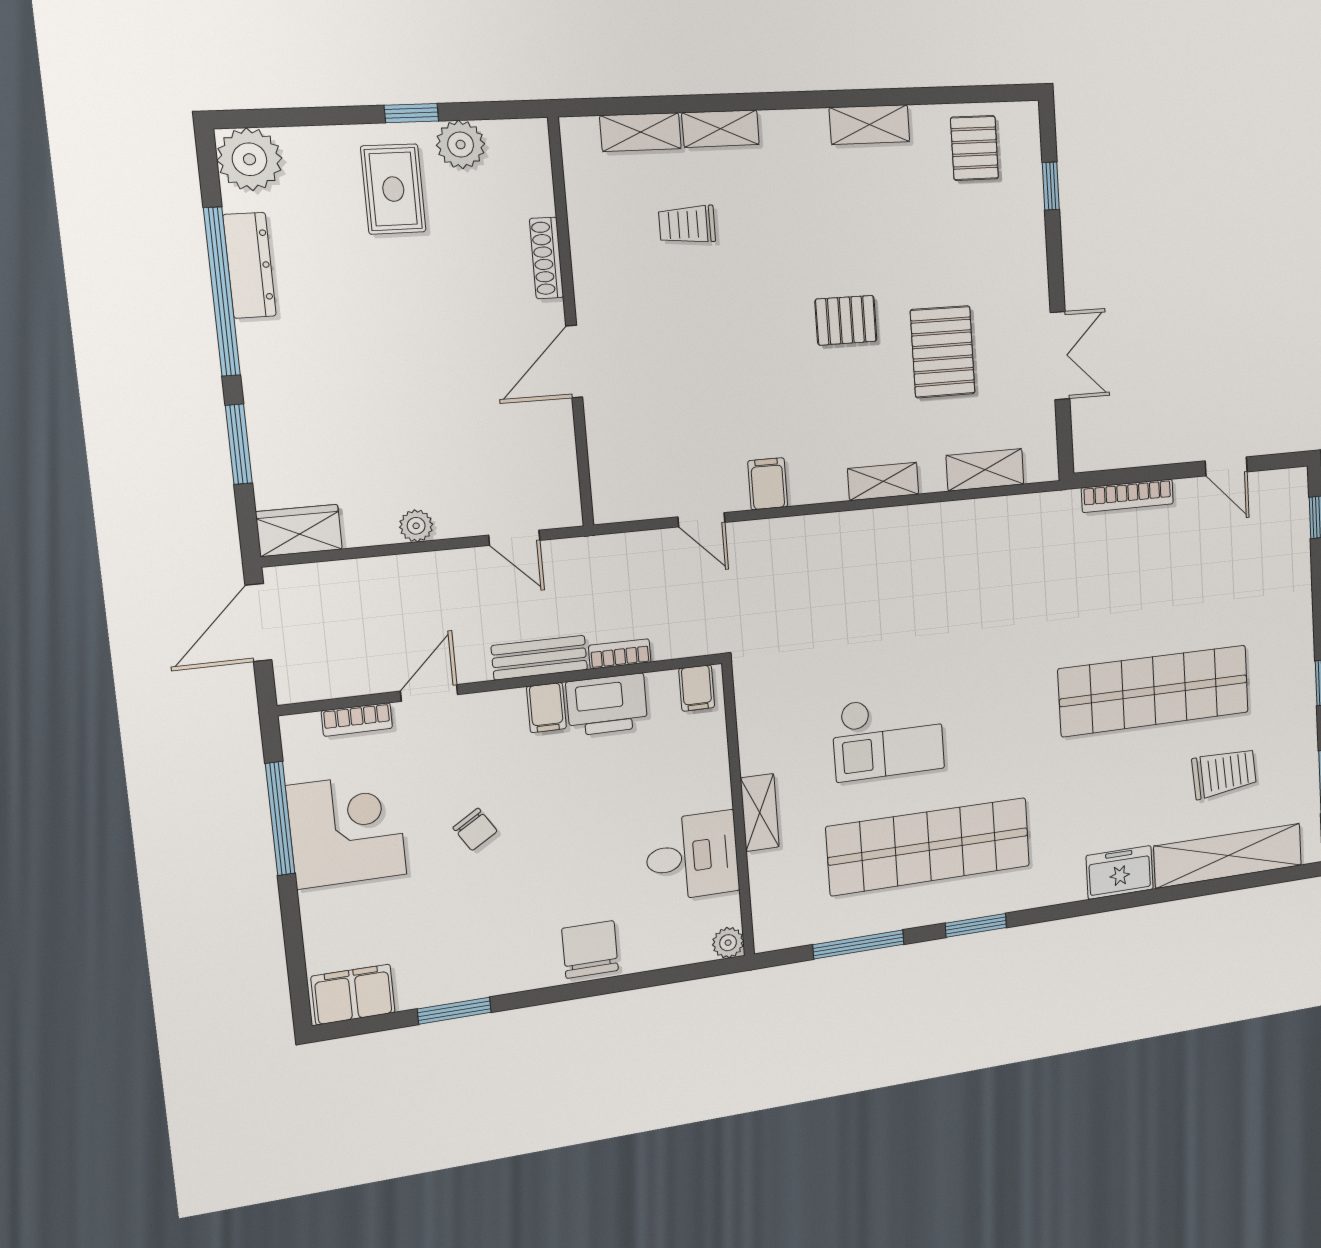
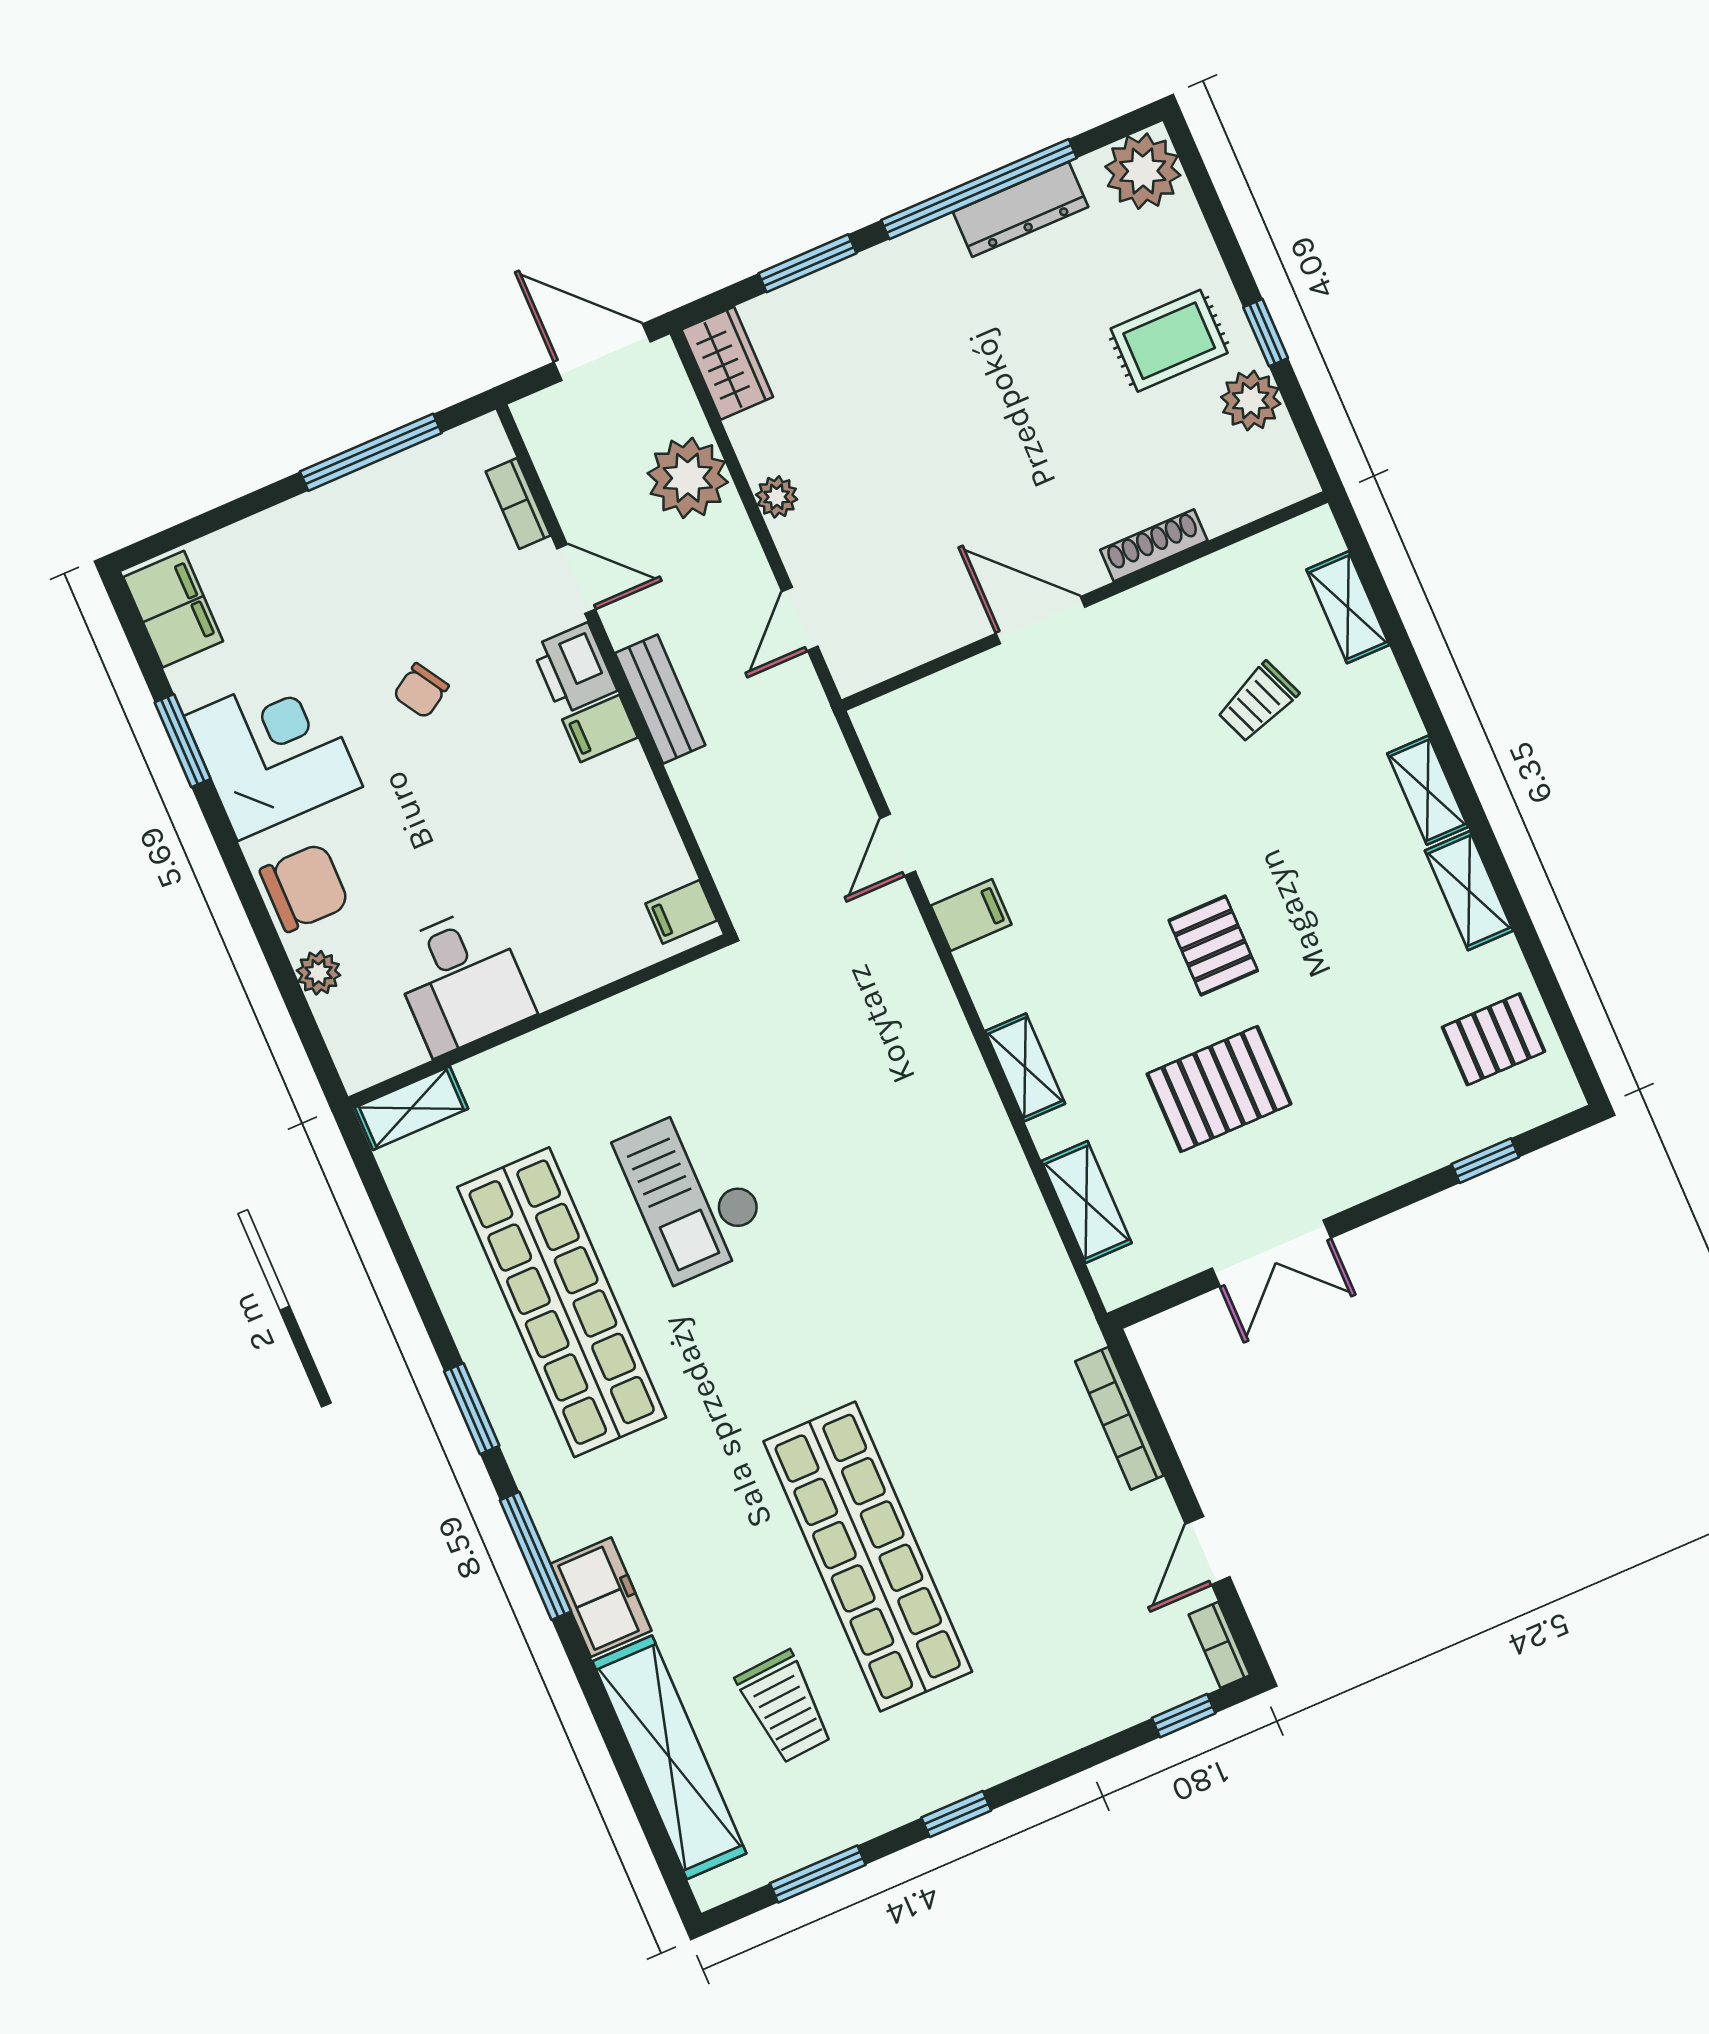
shelving: (721, 129) -> (1428, 790), moved
trolley: (687, 225) -> (1258, 702), turned -112
plant: (379, 588) -> (688, 478), added
bookcase: (620, 654) -> (1219, 1645), moved, turned 180
printer: (607, 705) -> (574, 669), moved, width x0.73, depth x0.84
shelving: (760, 813) -> (411, 1108), moved
corner desk: (347, 830) -> (273, 751), moved, turned -90
plant: (728, 943) -> (319, 973), moved
window: (859, 945) -> (535, 1556), moved

